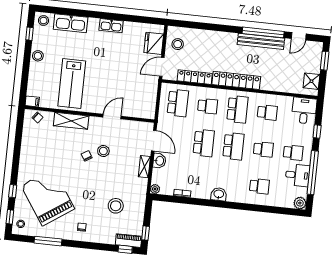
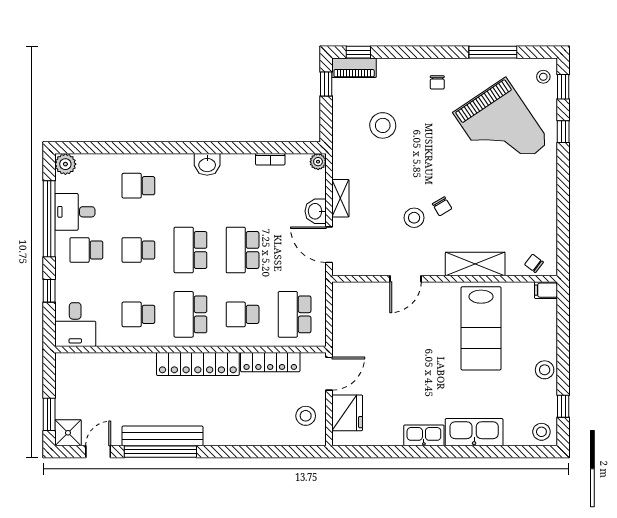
kitchen sink: (71, 23) -> (474, 432), moved
shower: (311, 81) -> (68, 433), moved
lab bench: (72, 83) -> (481, 328), turned 180

